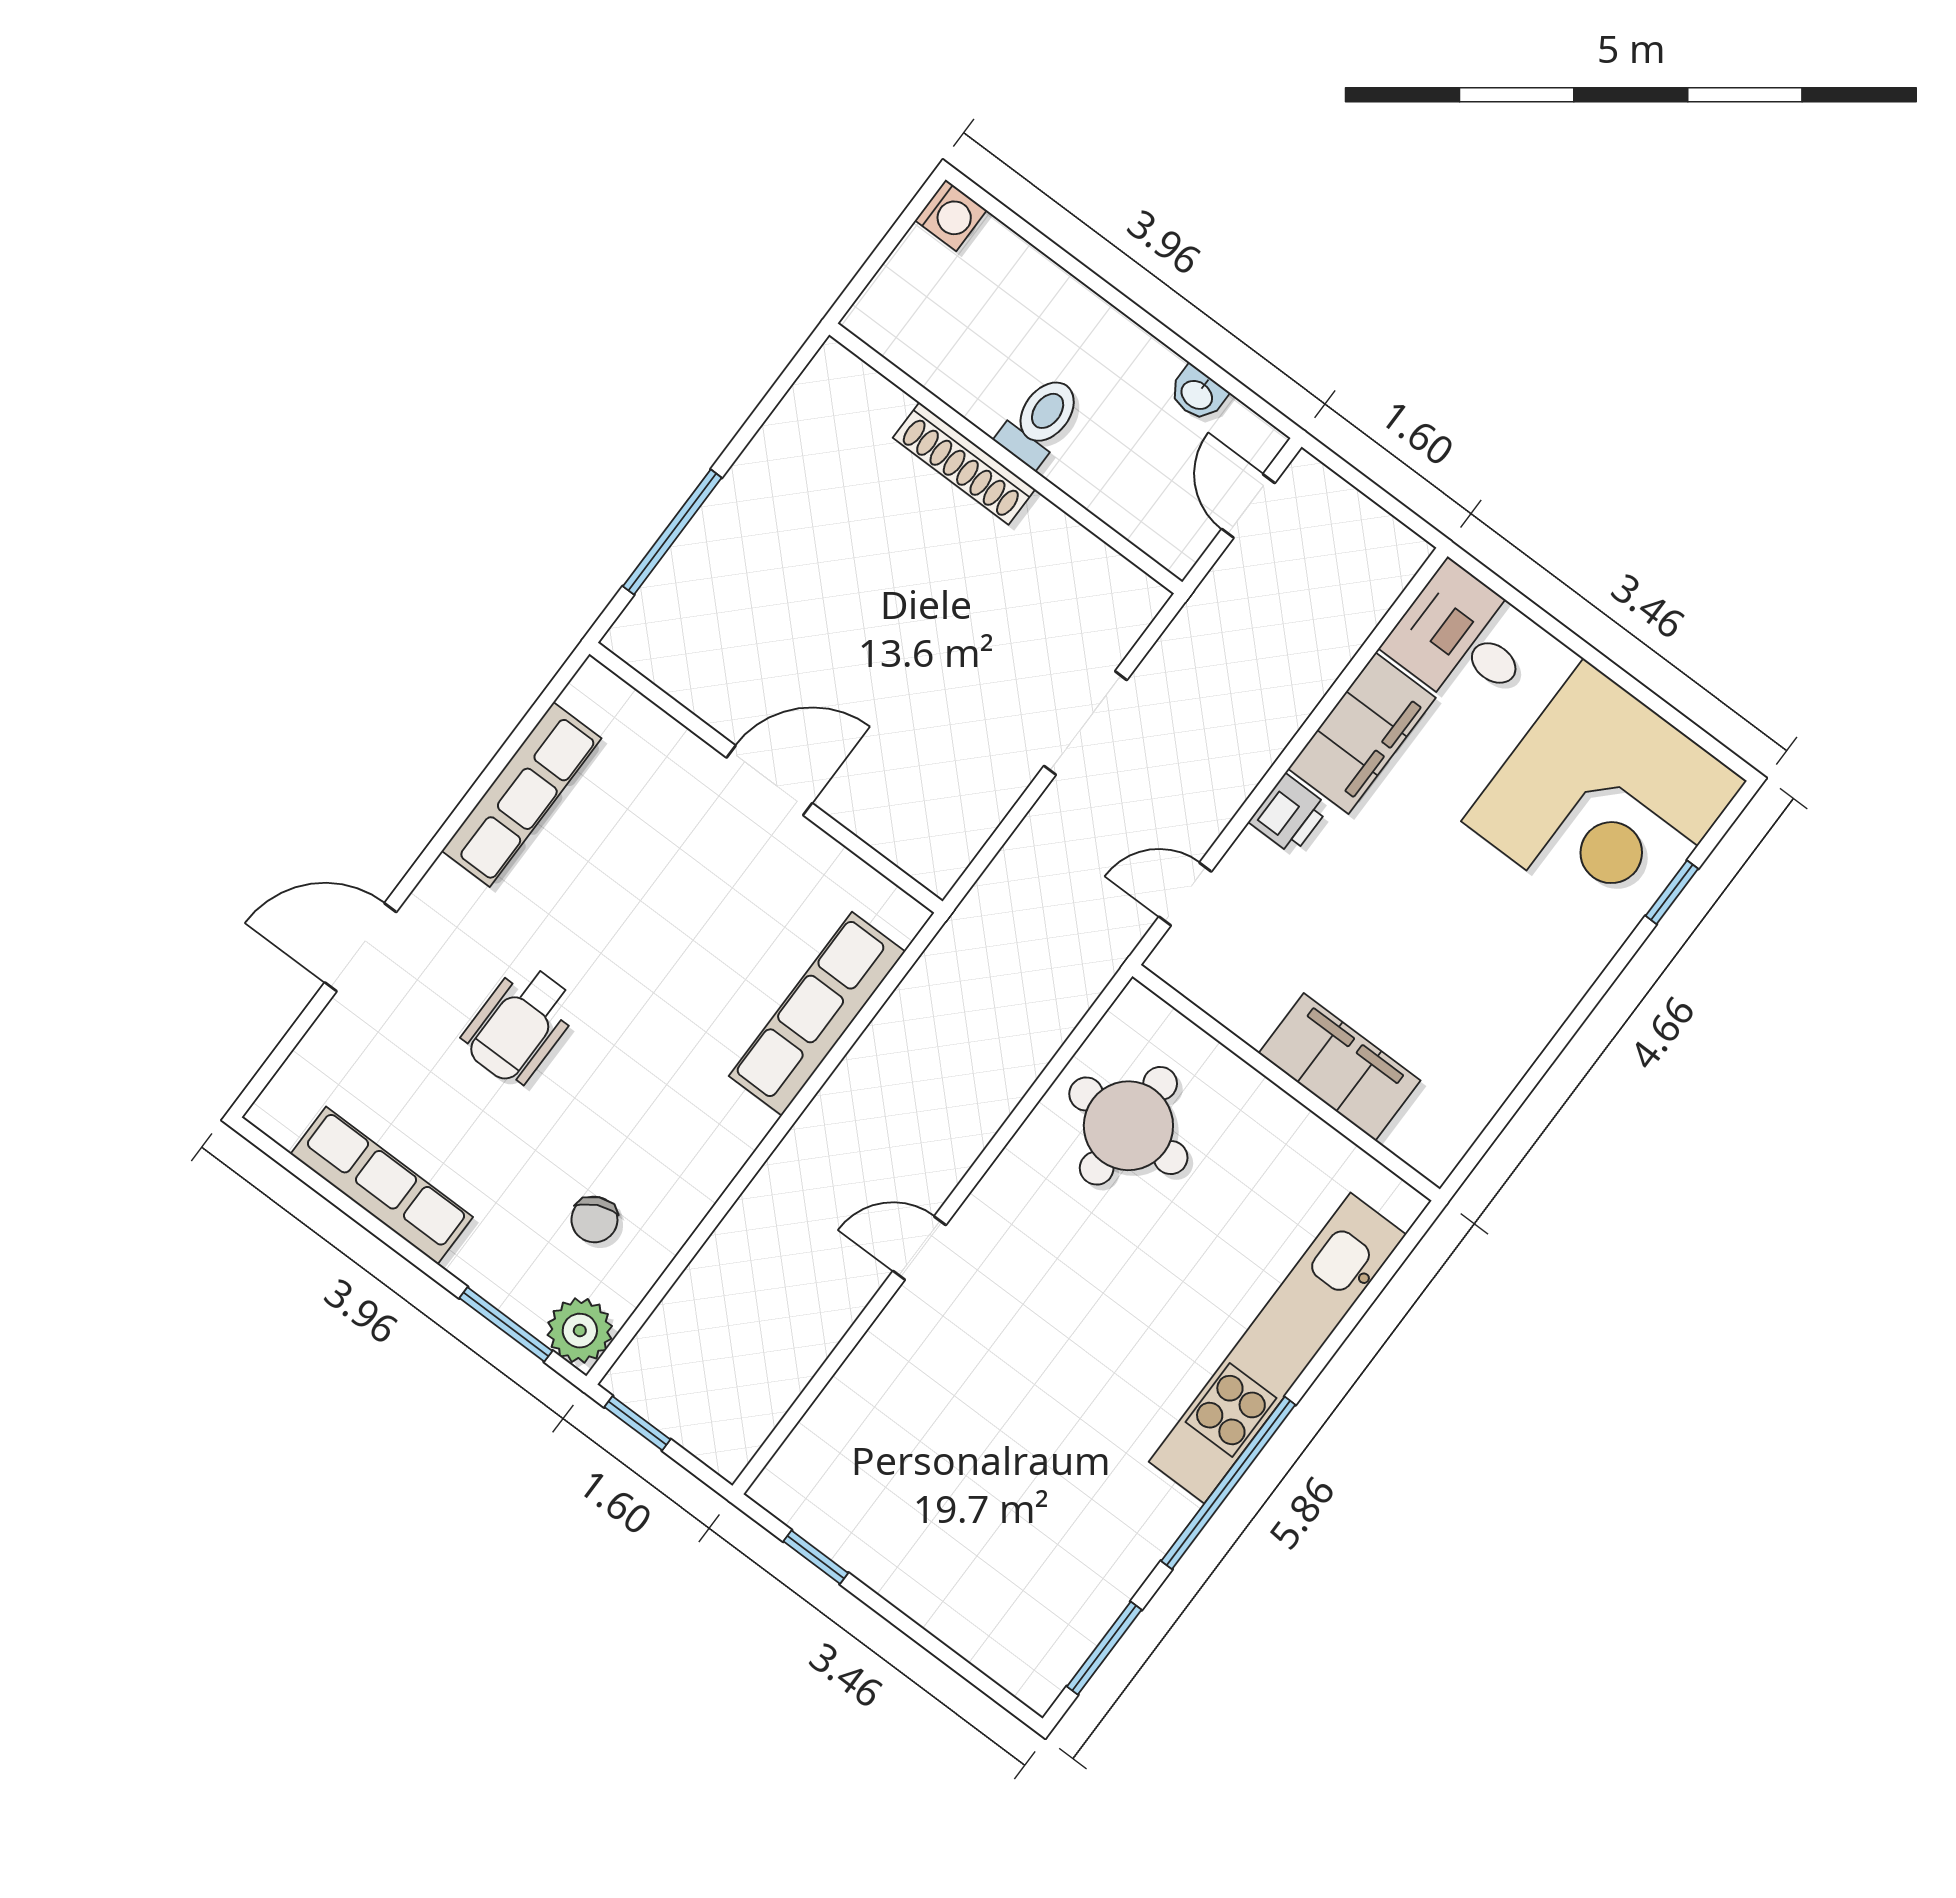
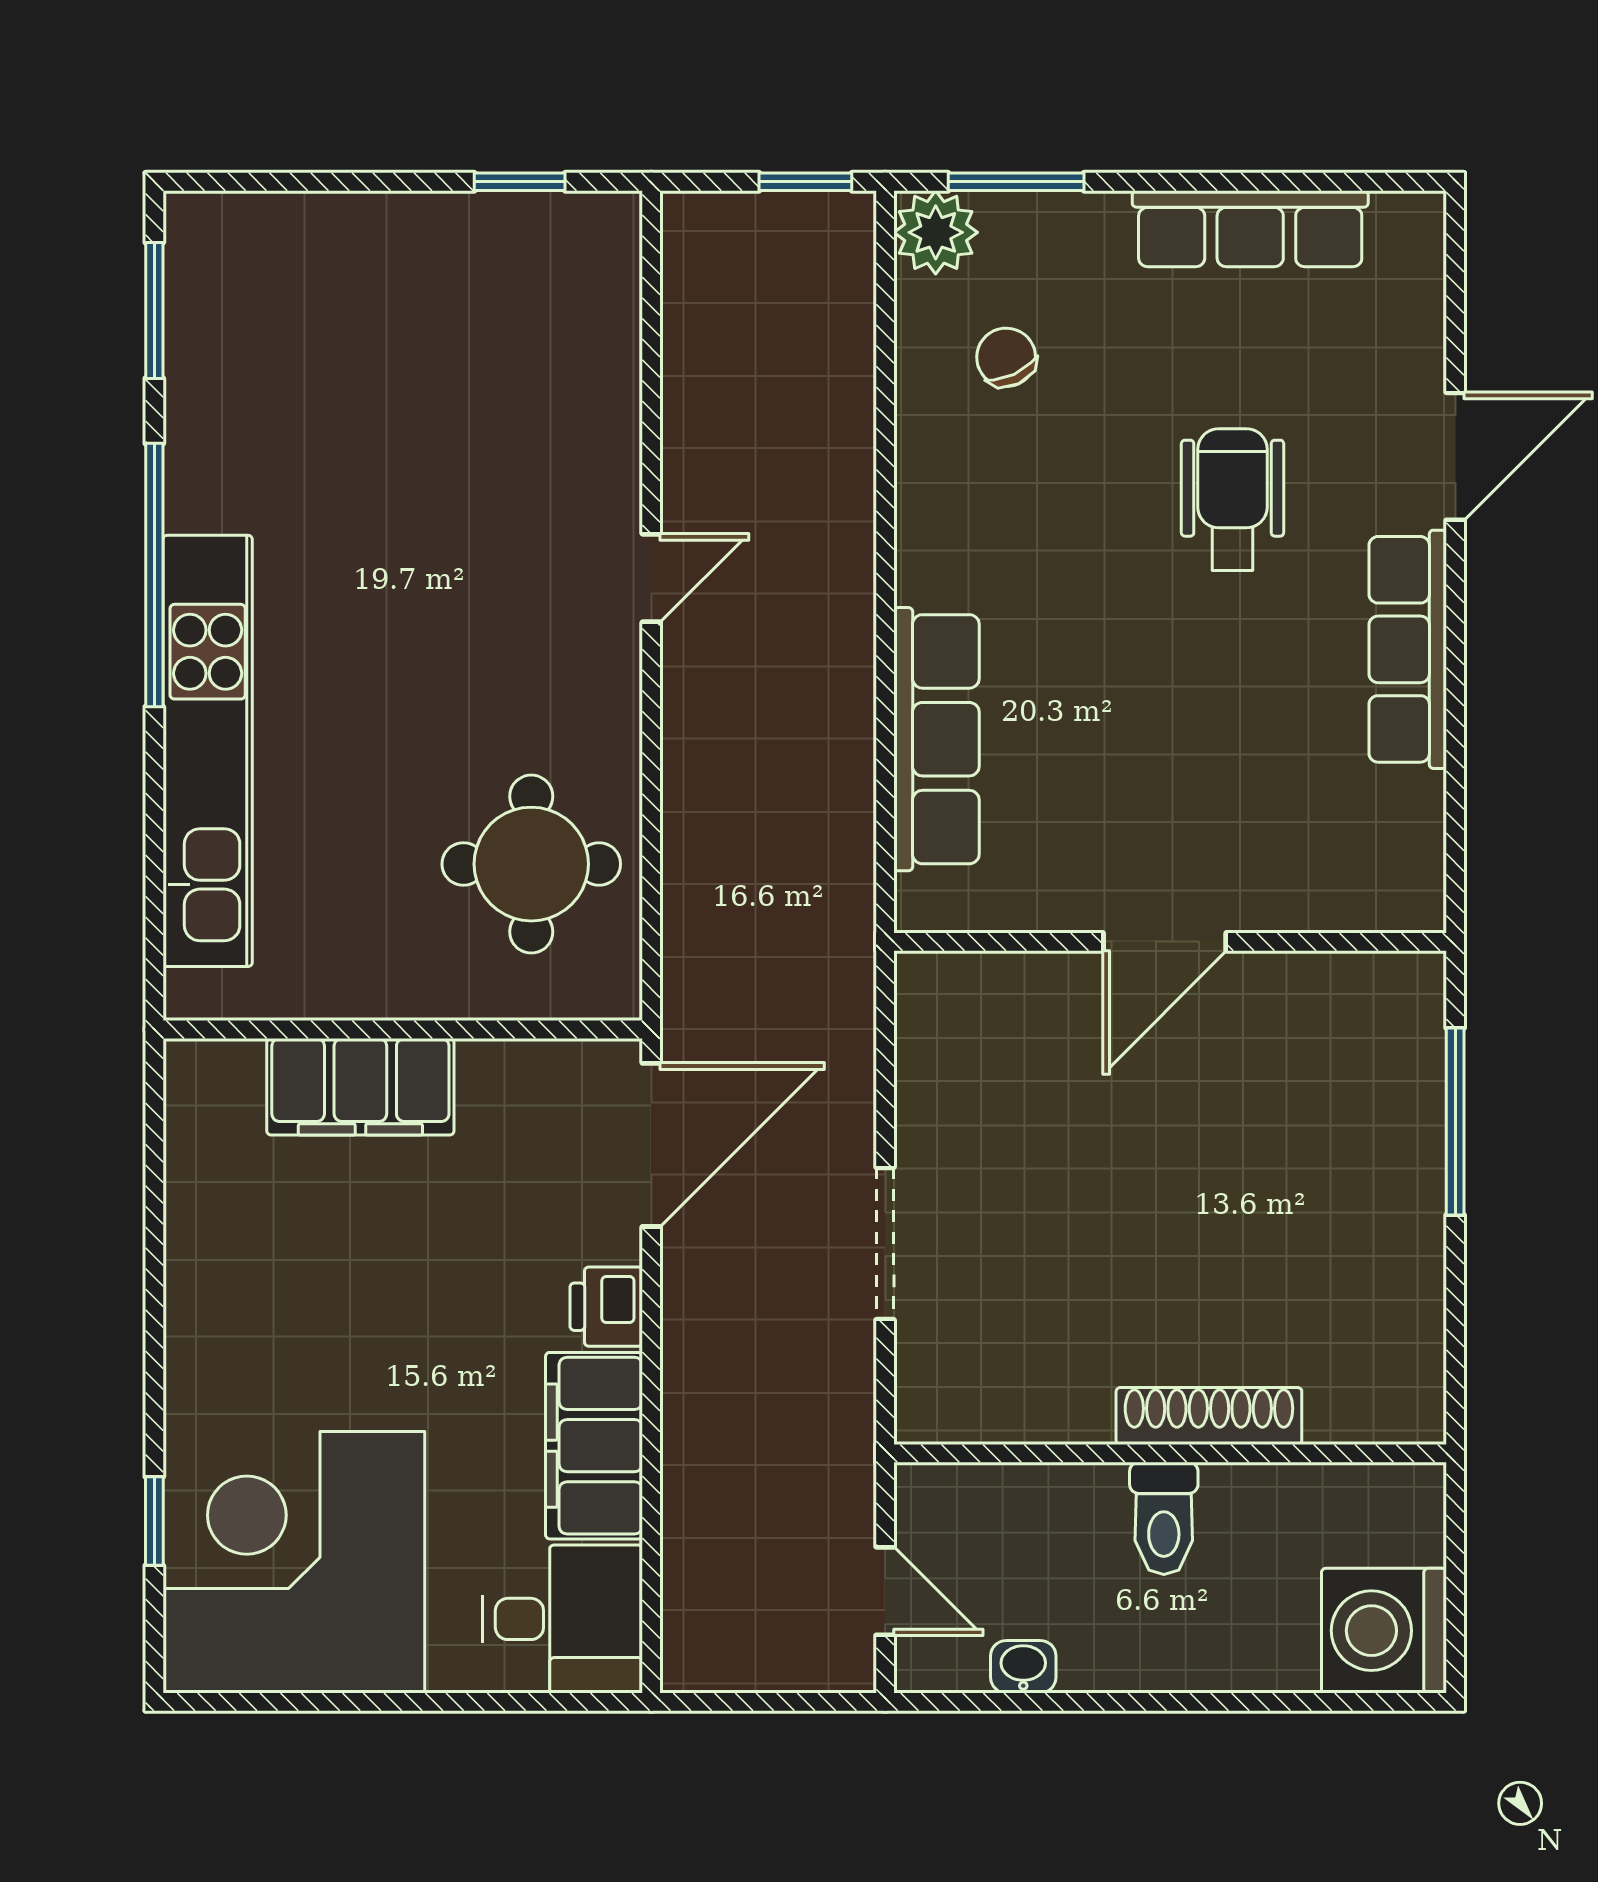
washing machine: (951, 215) -> (1384, 1631), width x1.89, depth x1.89
row of seats: (522, 794) -> (1408, 649), moved
door: (1185, 894) -> (651, 1145), width x1.88

